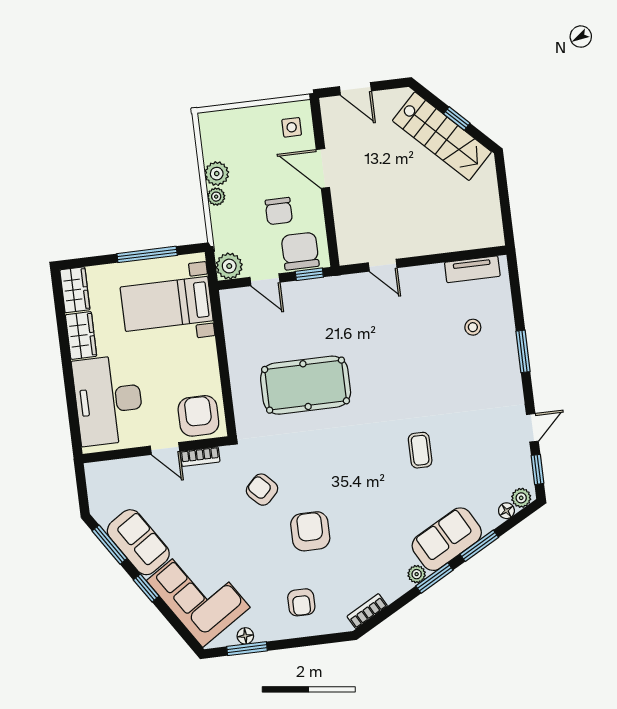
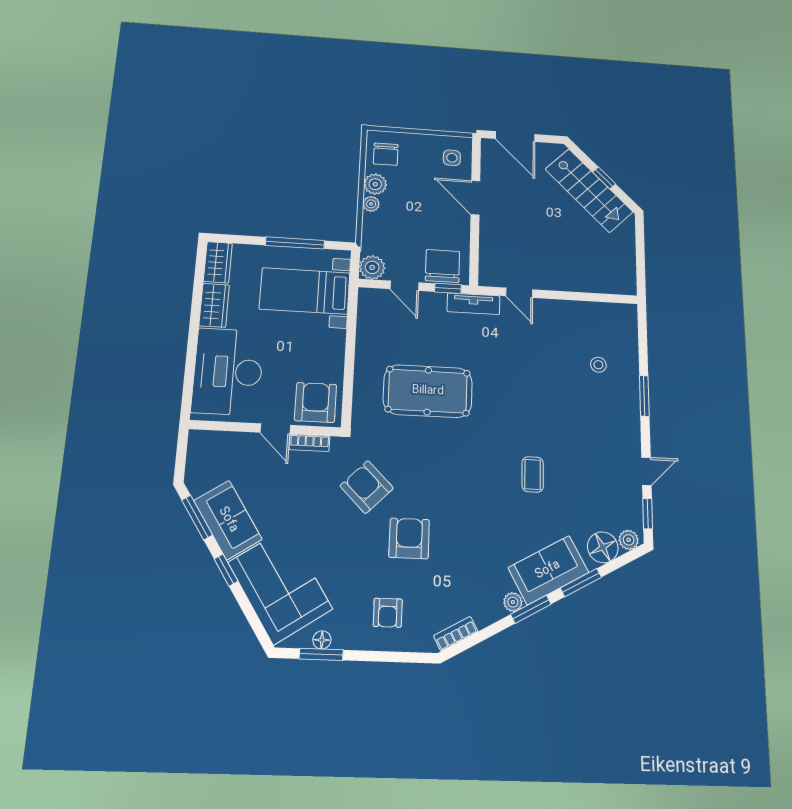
door: (355, 89) -> (515, 137), width x1.38
chair: (279, 211) -> (386, 154), moved
tv unit: (472, 269) -> (473, 304), moved
armchair: (262, 490) -> (367, 487), width x1.38, depth x1.38
floor lamp: (506, 511) -> (603, 547), width x1.89, depth x1.89

